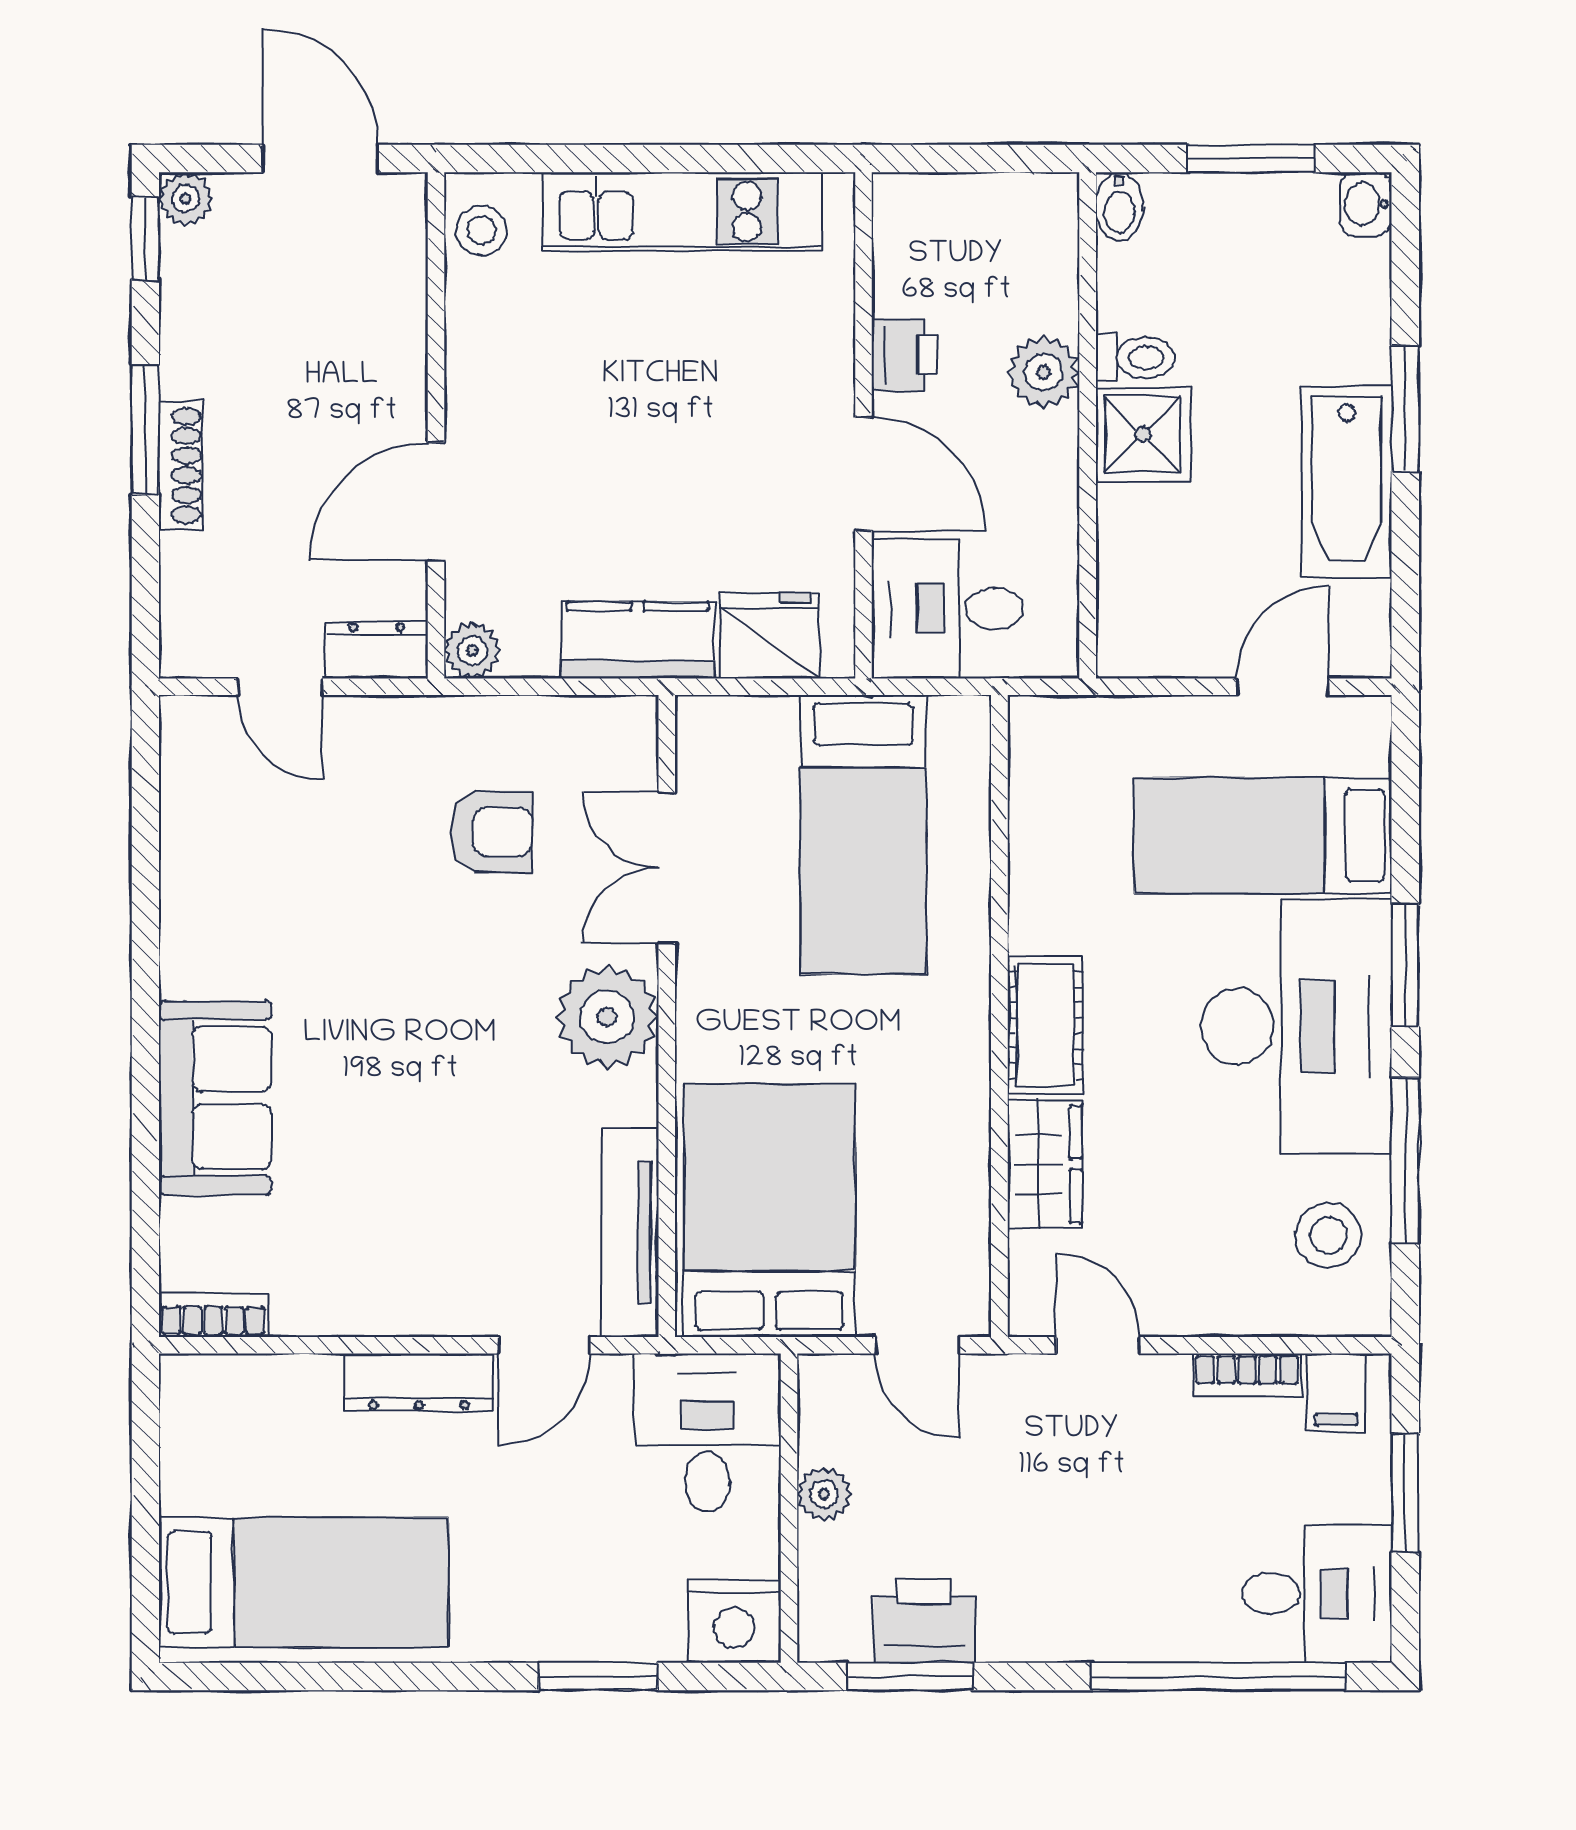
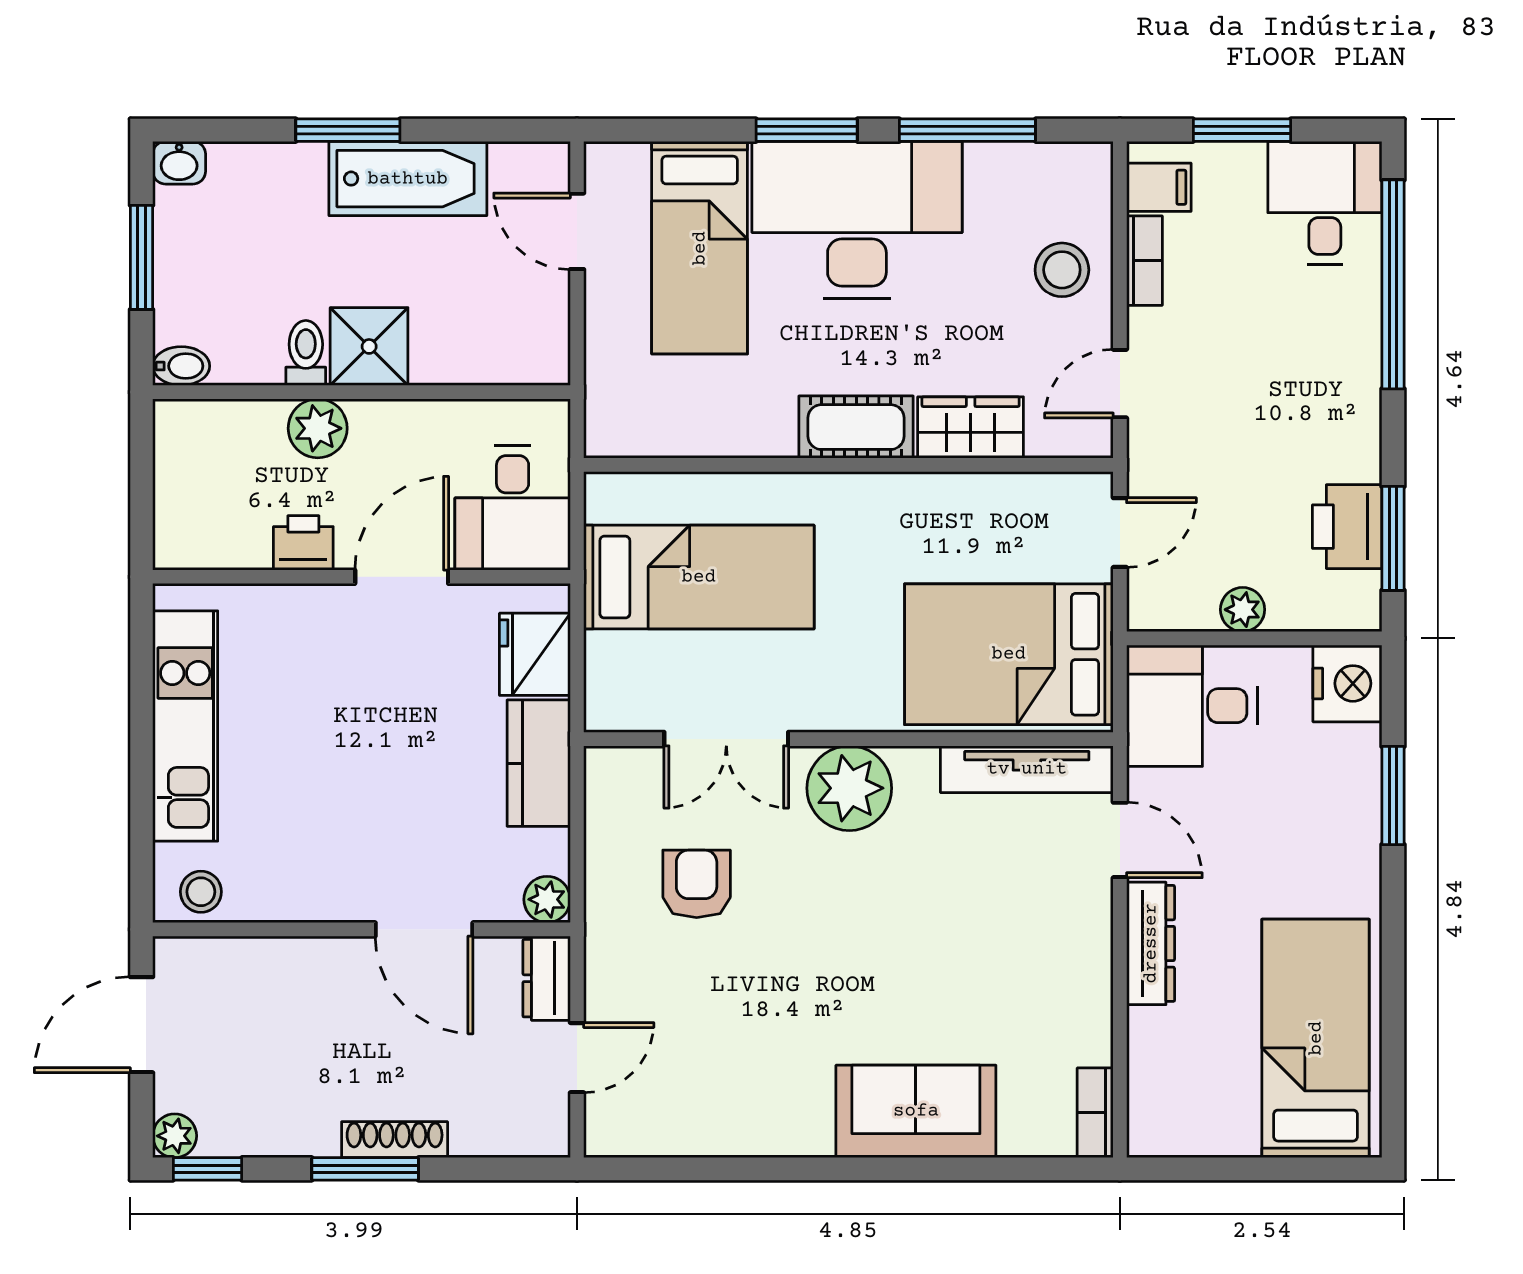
stool: (1328, 1235) -> (1062, 270), moved

